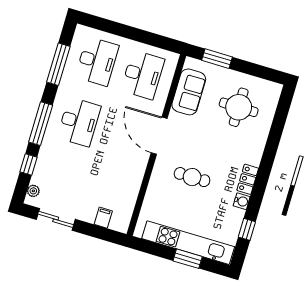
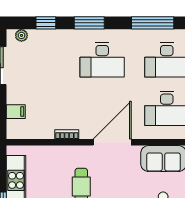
window: (41, 124) -> (89, 23), width x0.69
bookcase: (139, 176) -> (67, 134), added

